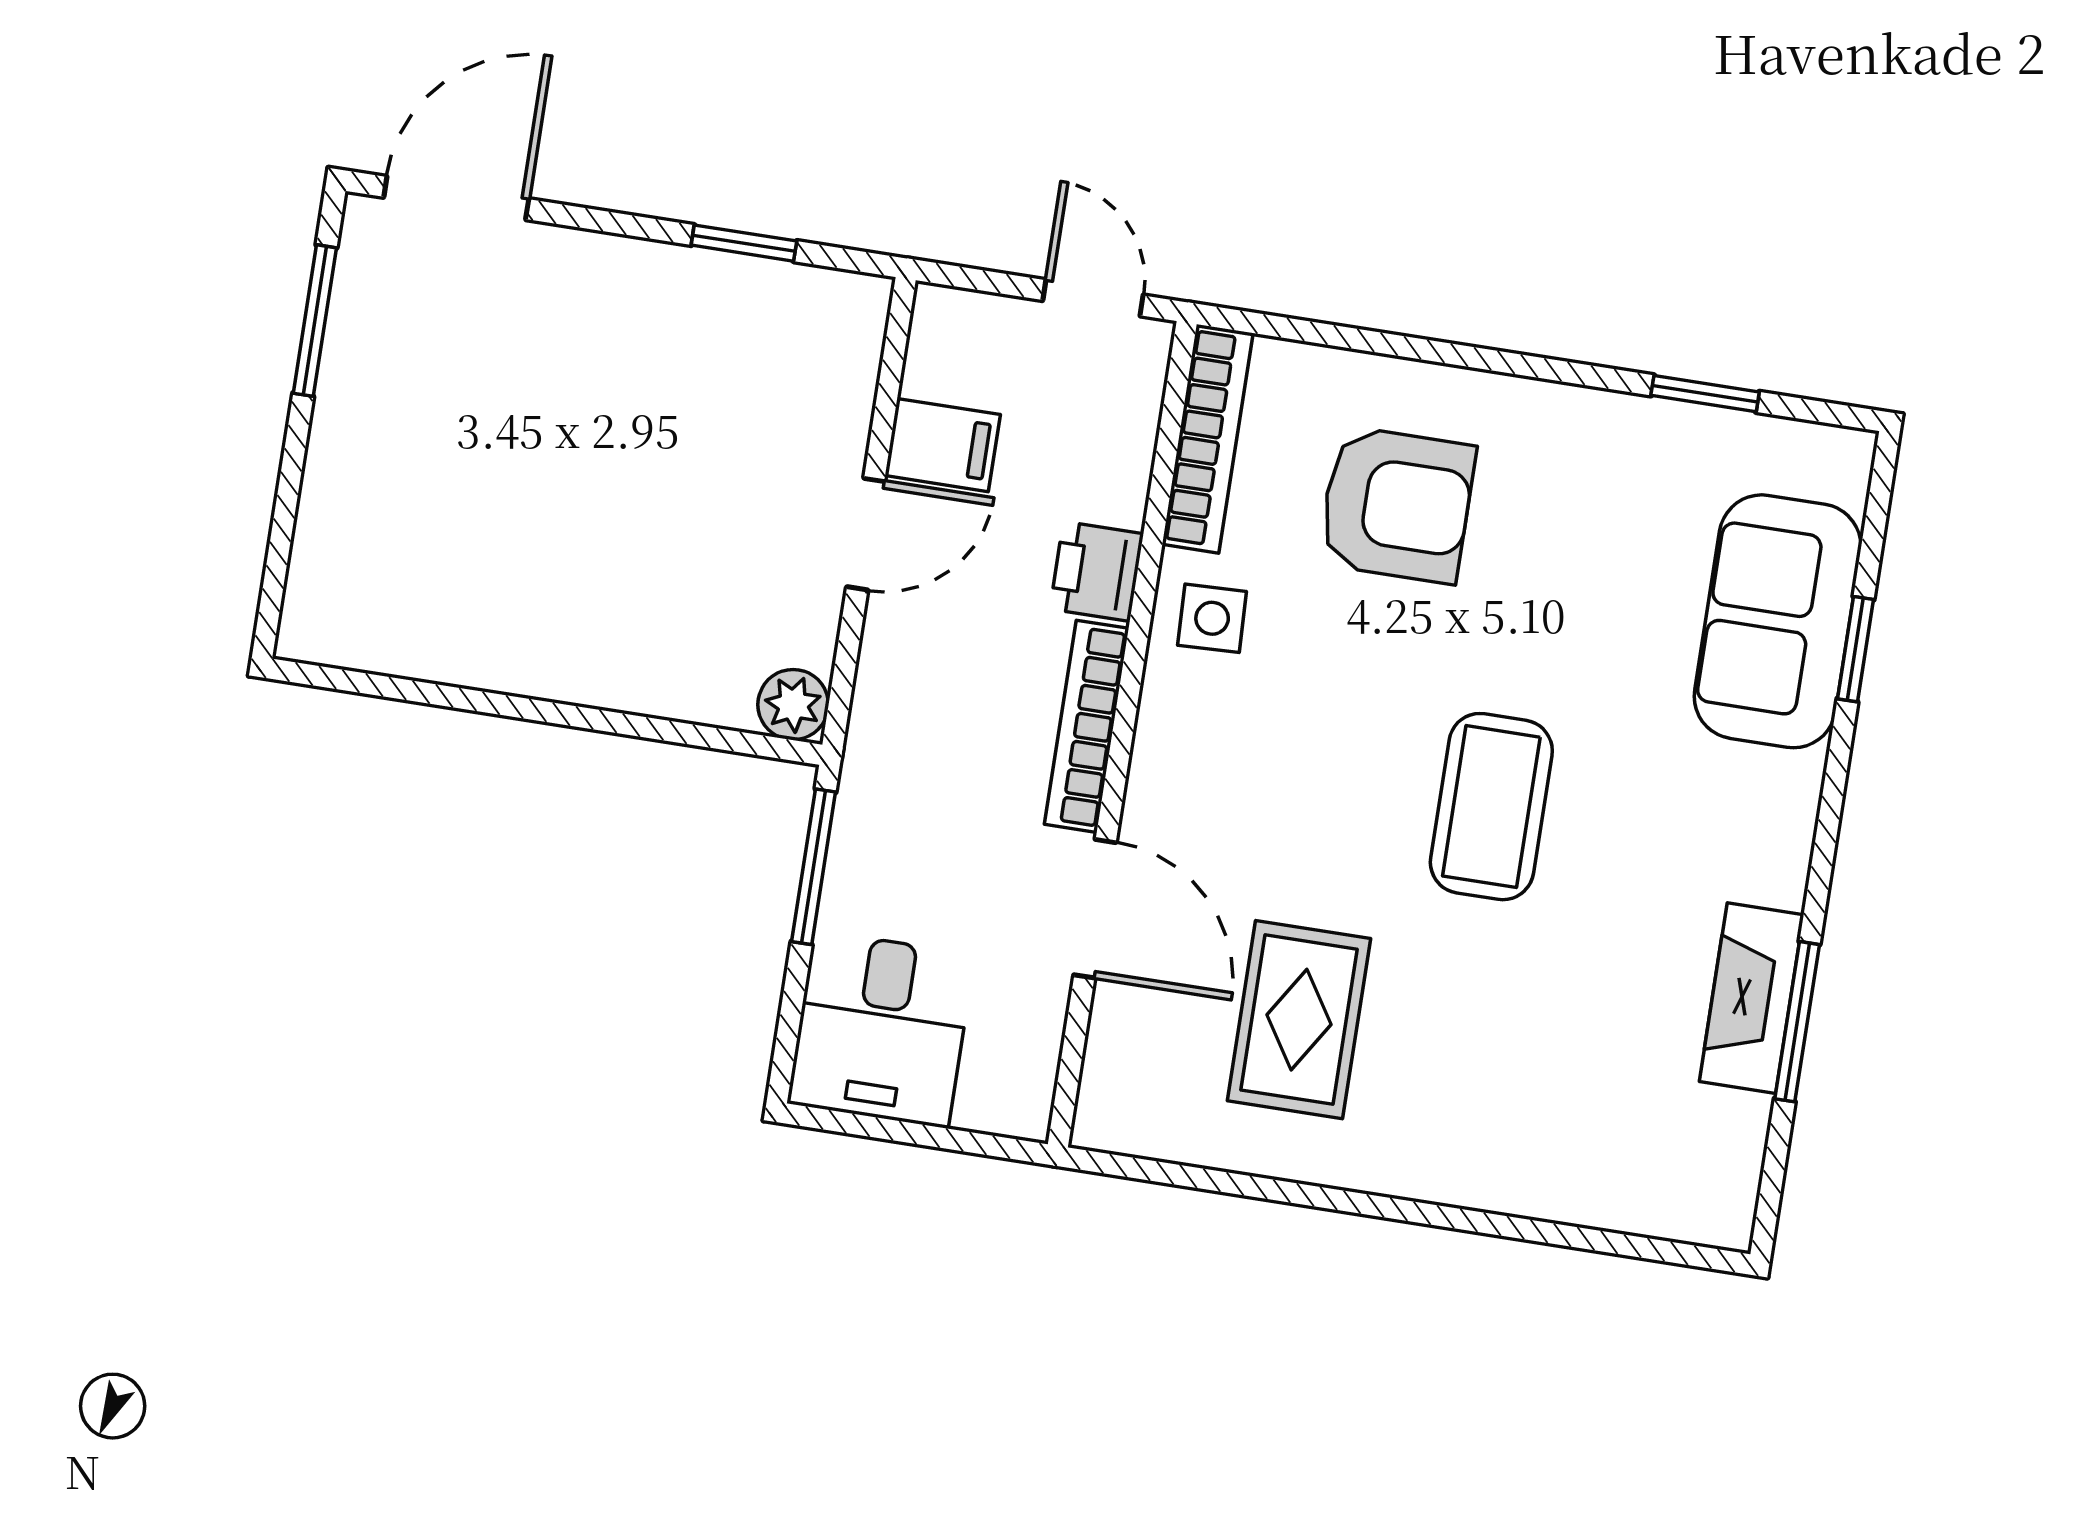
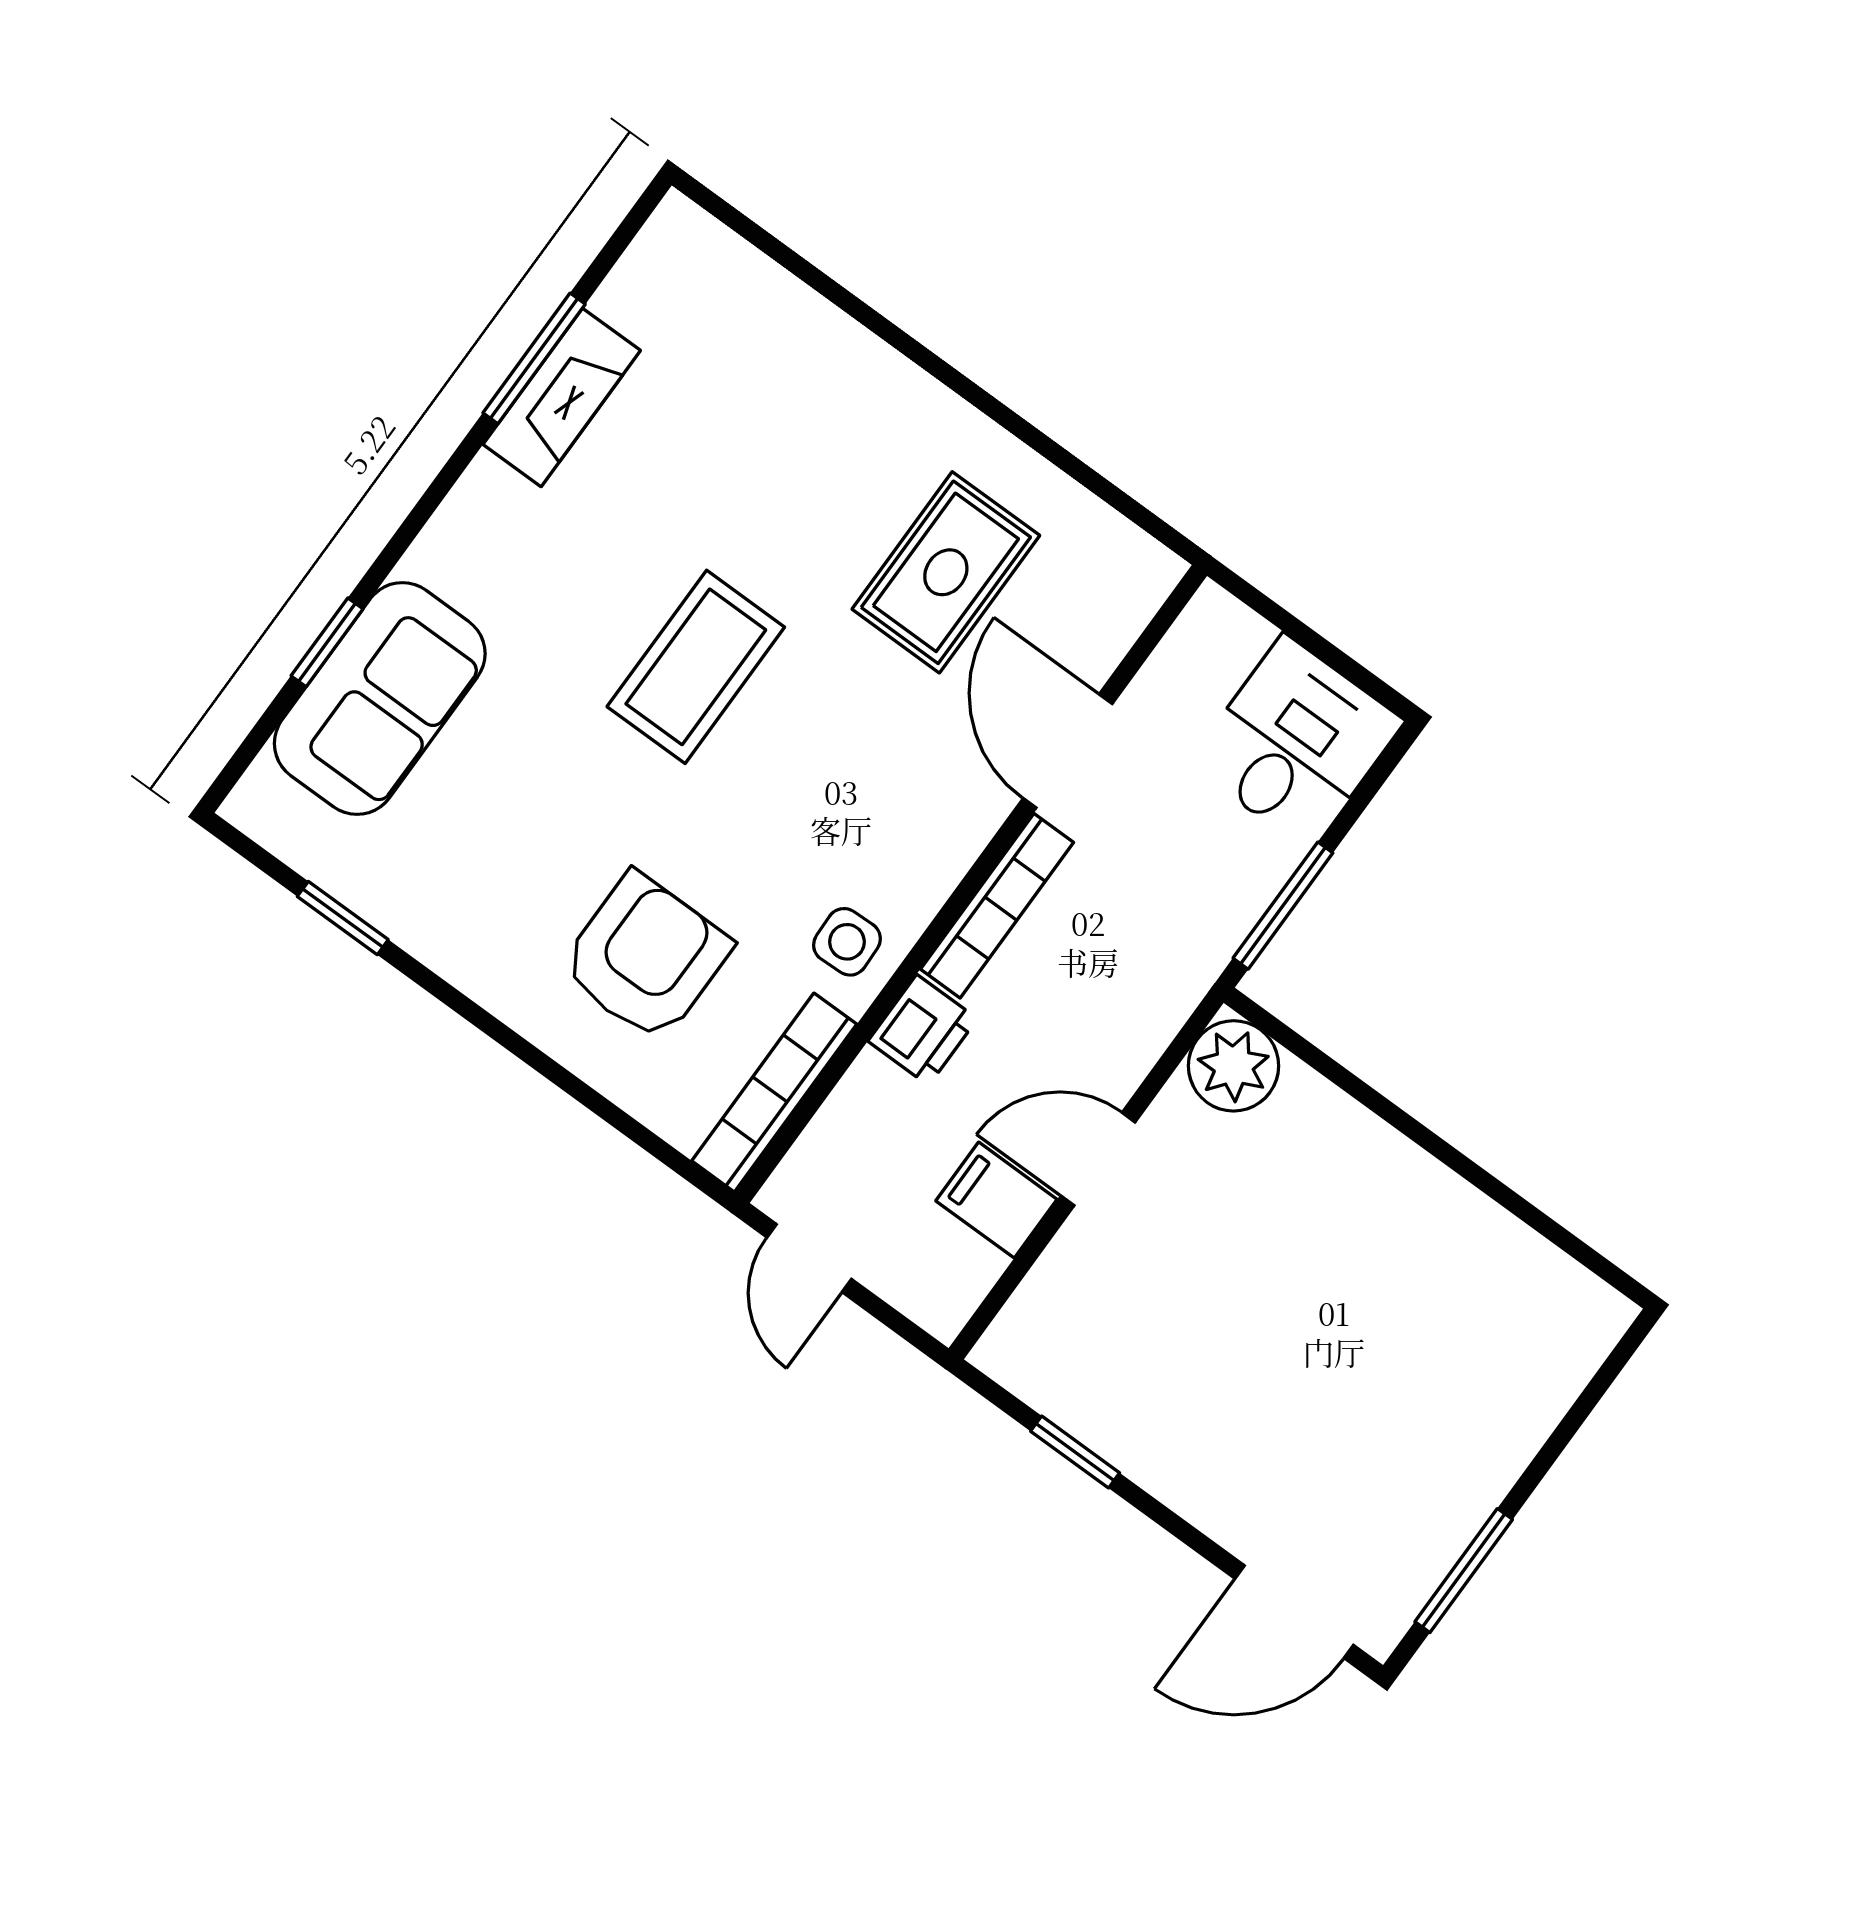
armchair: (1397, 505) -> (646, 957), turned 90
plant: (793, 705) -> (1234, 1066), width x1.38, depth x1.38

